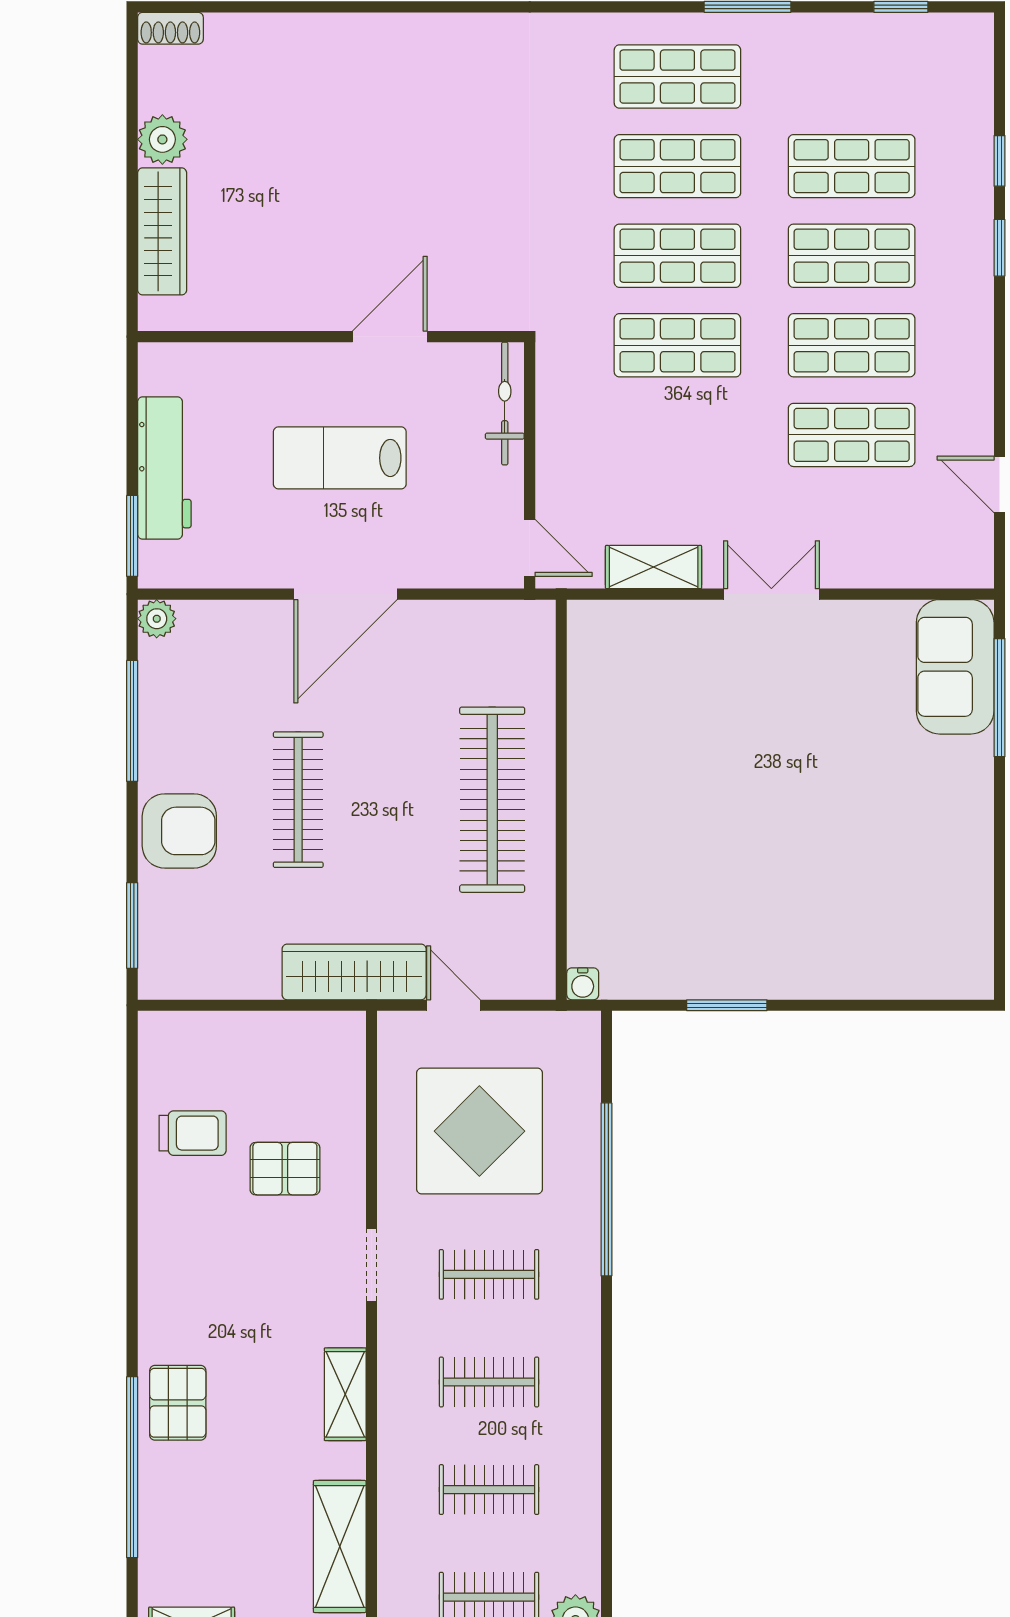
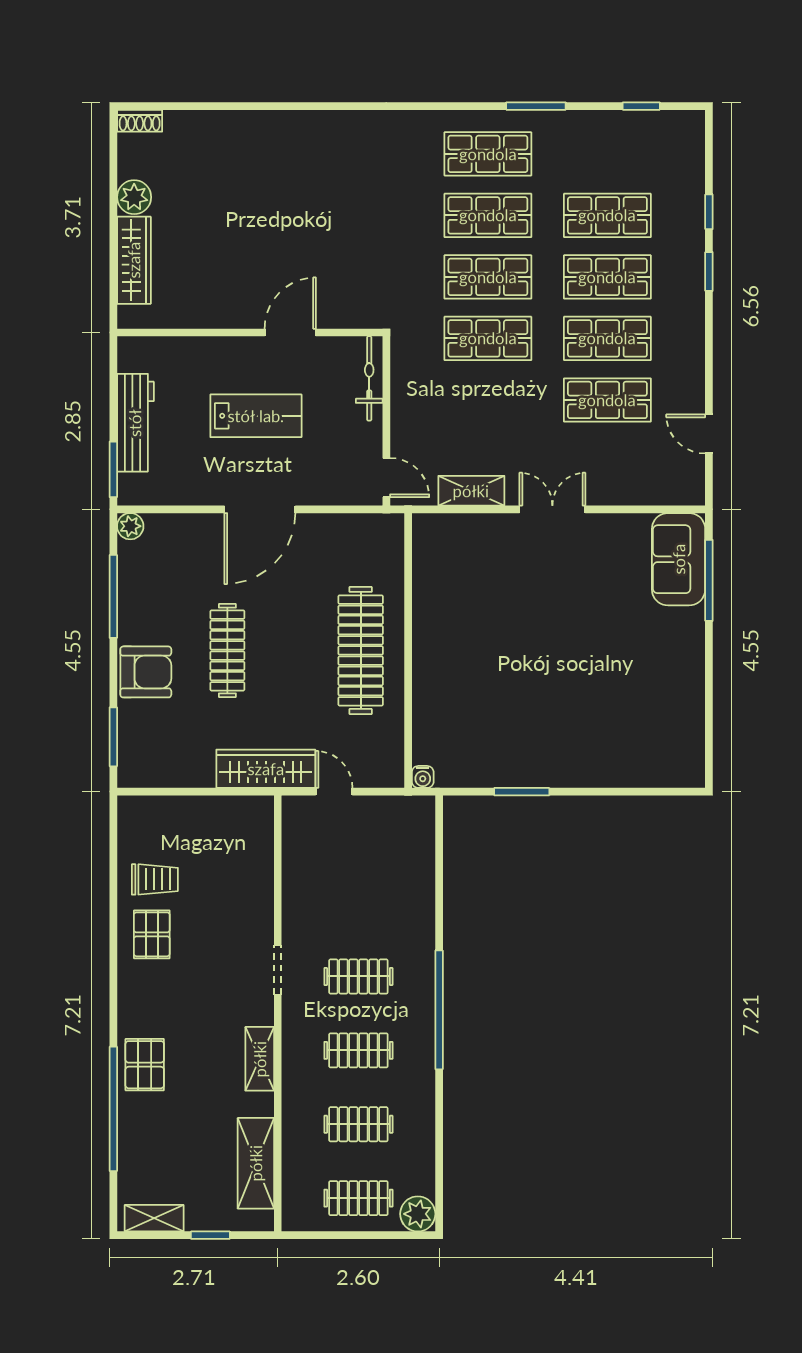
lab bench: (340, 458) -> (256, 416), turned 180
display table: (479, 1131) -> (352, 878), removed
pallet: (285, 1169) -> (152, 934), moved, turned 90
window: (606, 1189) -> (439, 1010), moved

